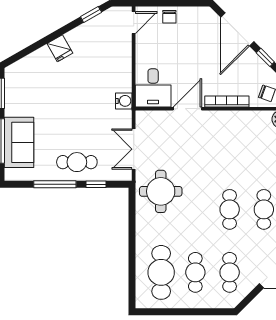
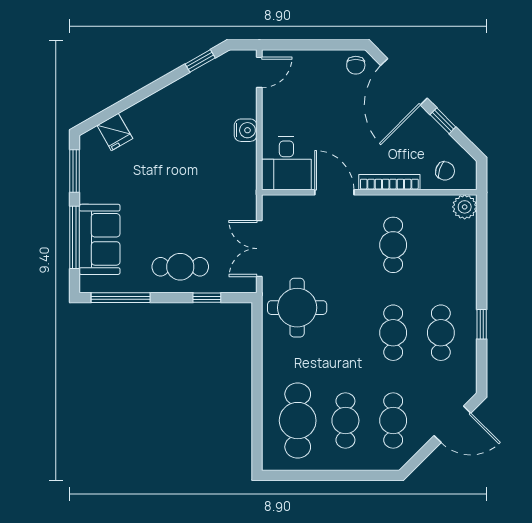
chair: (169, 17) -> (356, 65), moved
fridge: (60, 48) -> (115, 132), moved
water cooler: (124, 101) -> (246, 130), moved
door: (187, 109) -> (334, 192), hinge flipped
cafe table: (230, 146) -> (393, 245), added
window: (55, 184) -> (121, 298), moved

